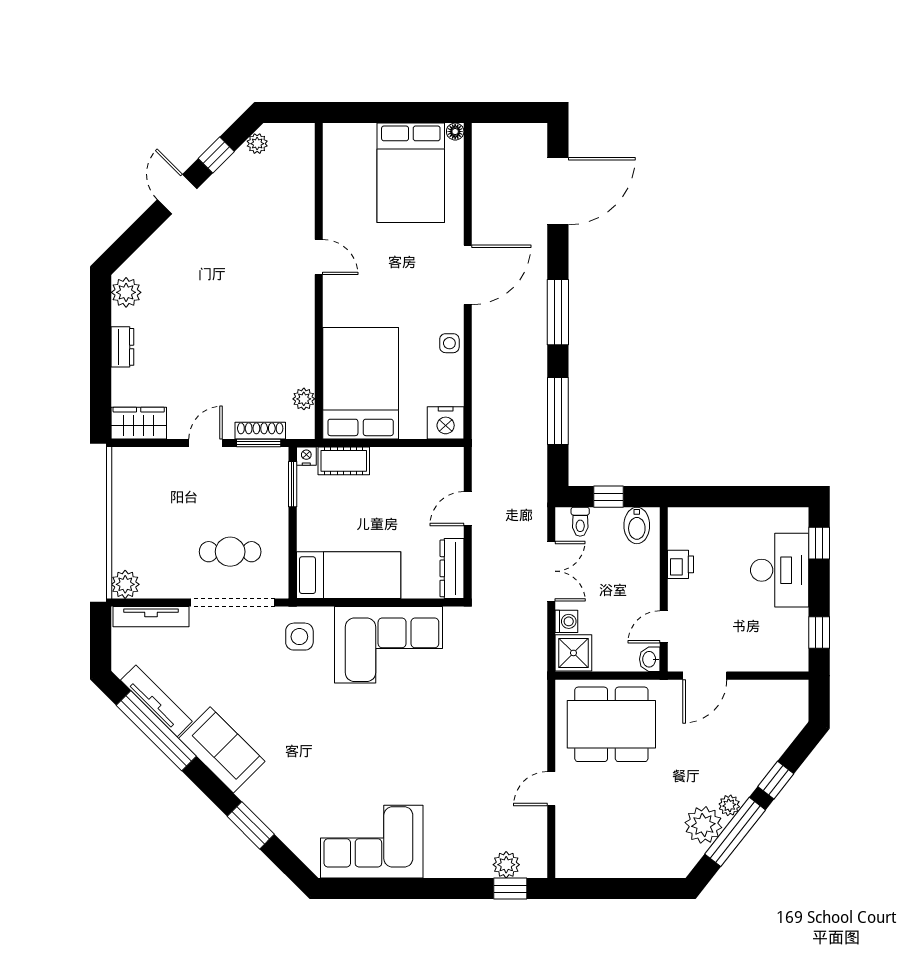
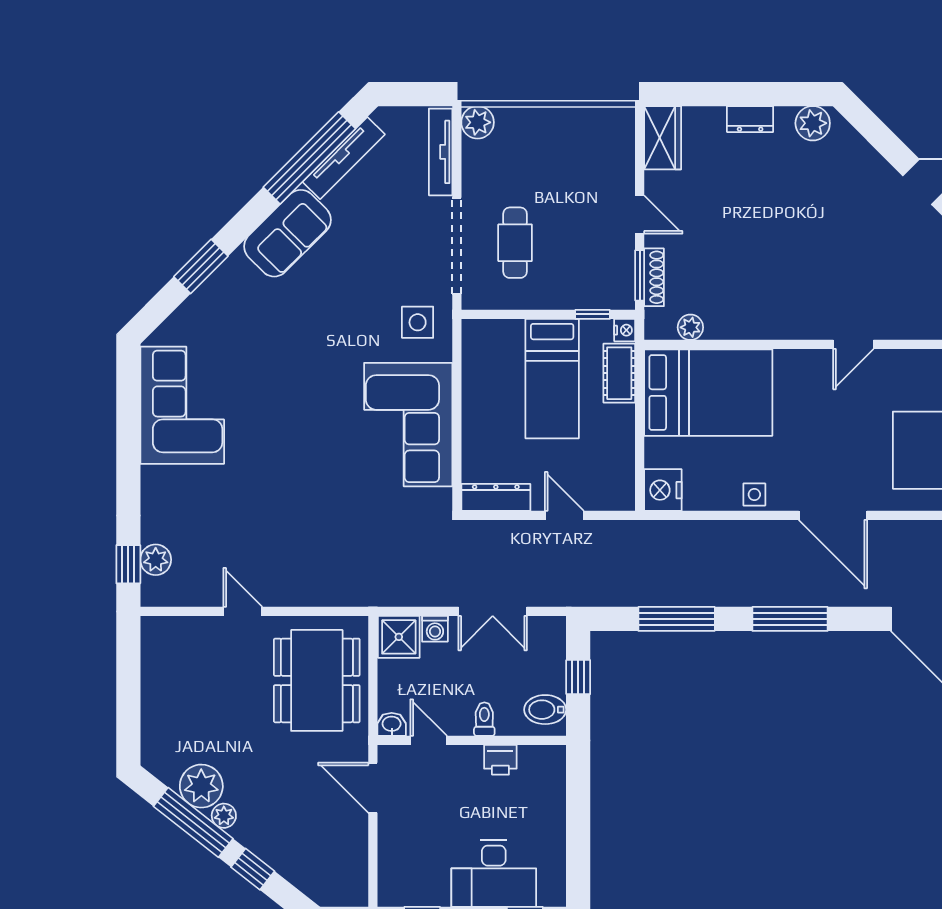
window: (293, 484) -> (593, 314), width x0.67
toilet: (580, 522) -> (484, 719), moved, turned 90
bed: (349, 575) -> (552, 379), moved

